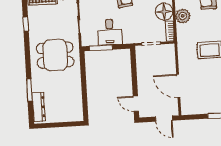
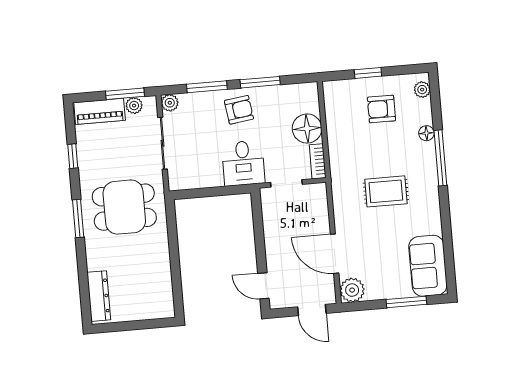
plant: (183, 16) -> (352, 290), moved
desk: (110, 32) -> (243, 163), moved
window: (101, 48) -> (202, 193), removed
window: (30, 90) -> (78, 219), moved

